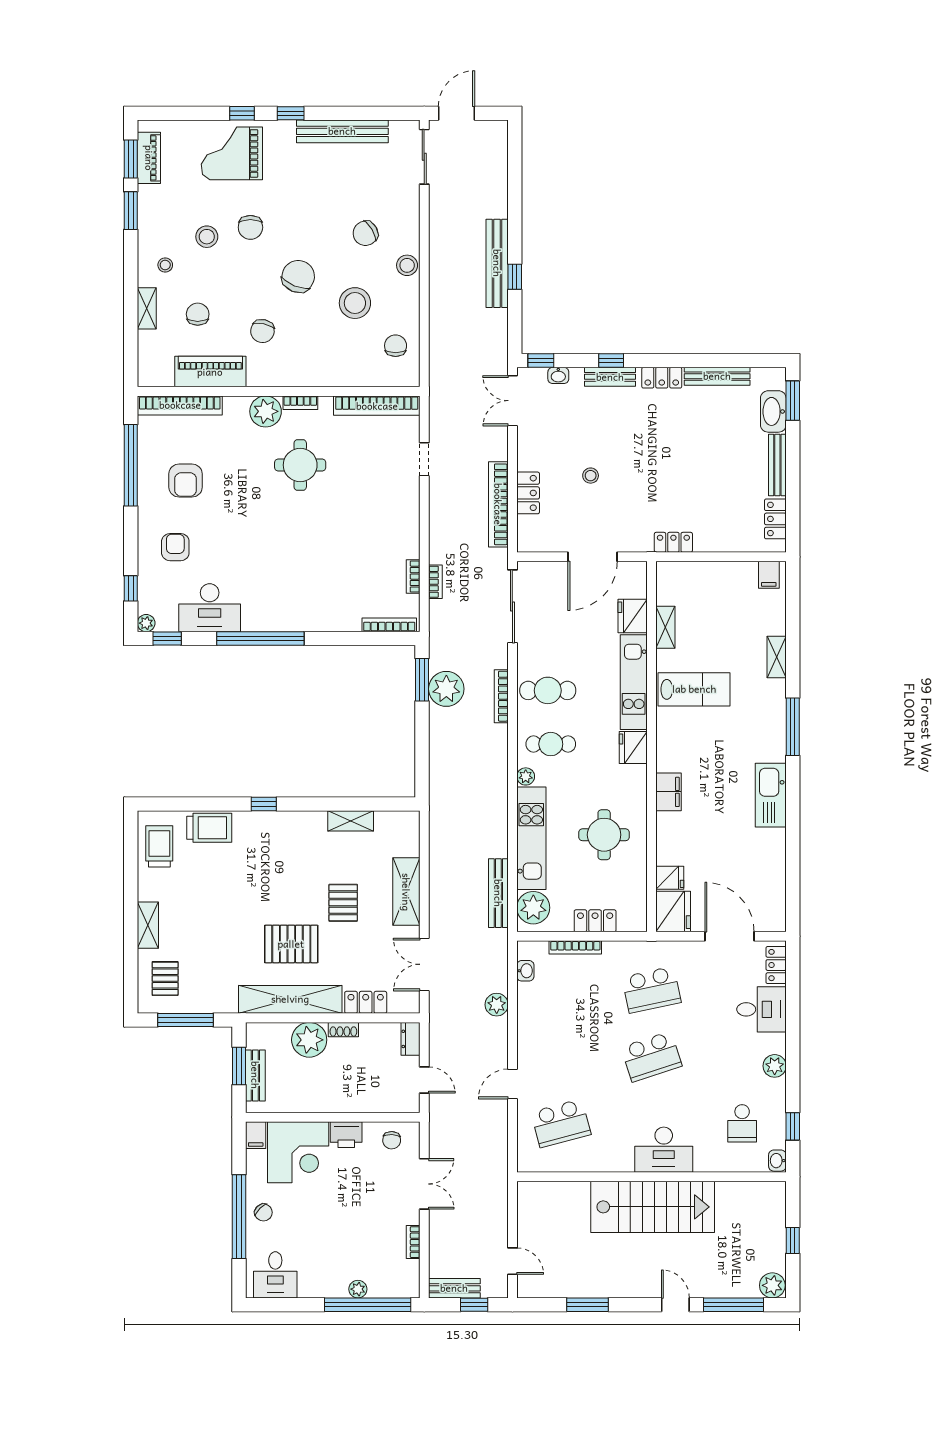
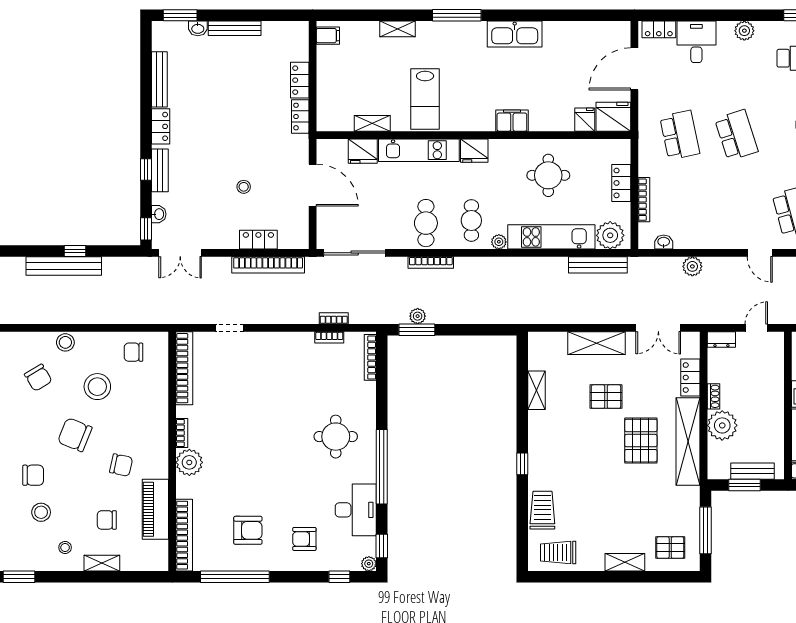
washbasin: (773, 411) -> (198, 28), width x0.52, depth x0.69
round table: (300, 465) -> (336, 437), moved
locker: (775, 519) -> (300, 80), moved, turned 90
plant: (446, 689) -> (418, 316), width x0.53, depth x0.53
lab bench: (694, 689) -> (425, 99), turned 180

